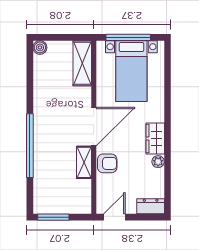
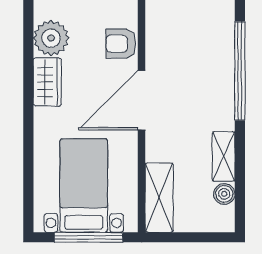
boiler: (40, 47) -> (224, 194), moved
shelving: (84, 162) -> (224, 156), moved
plant: (158, 162) -> (51, 38), width x1.88, depth x1.88

